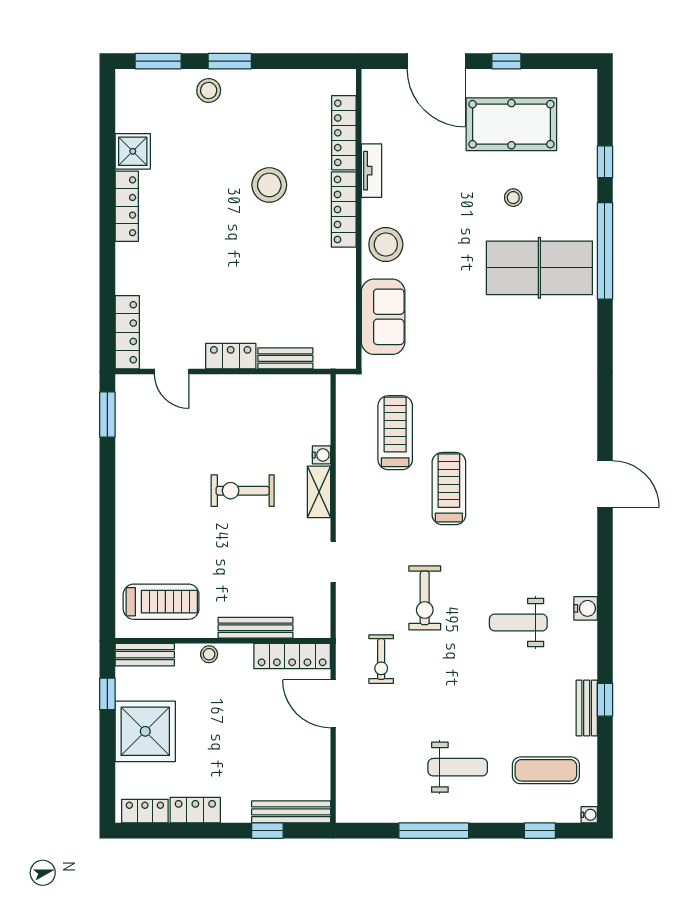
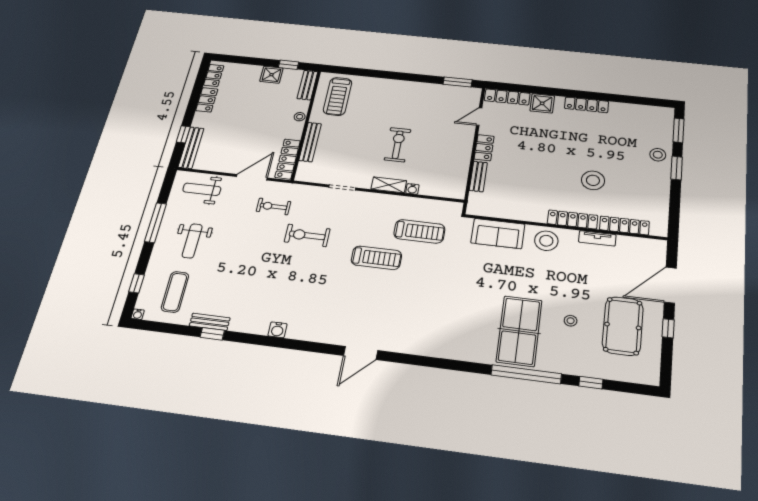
shower: (133, 151) -> (542, 103), moved
weight bench: (518, 622) -> (202, 189), moved, turned -90
shower: (145, 731) -> (271, 75), width x0.54, depth x0.54

